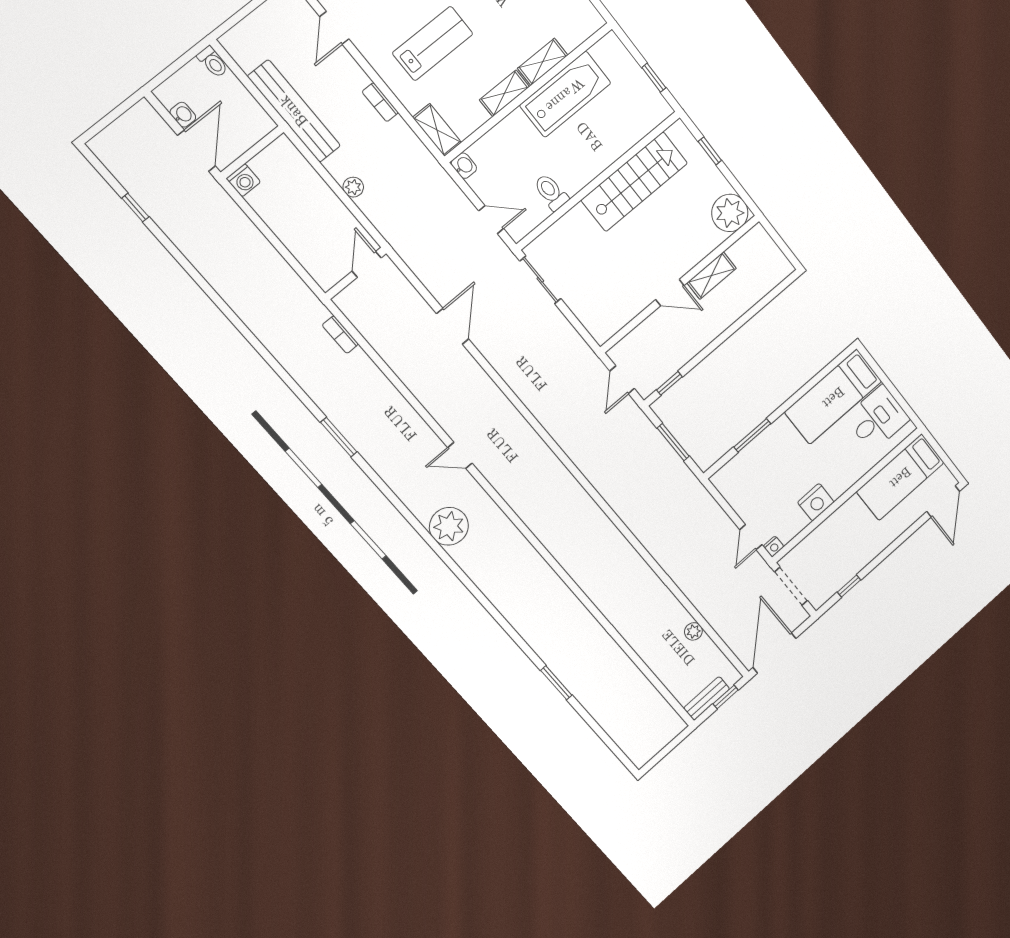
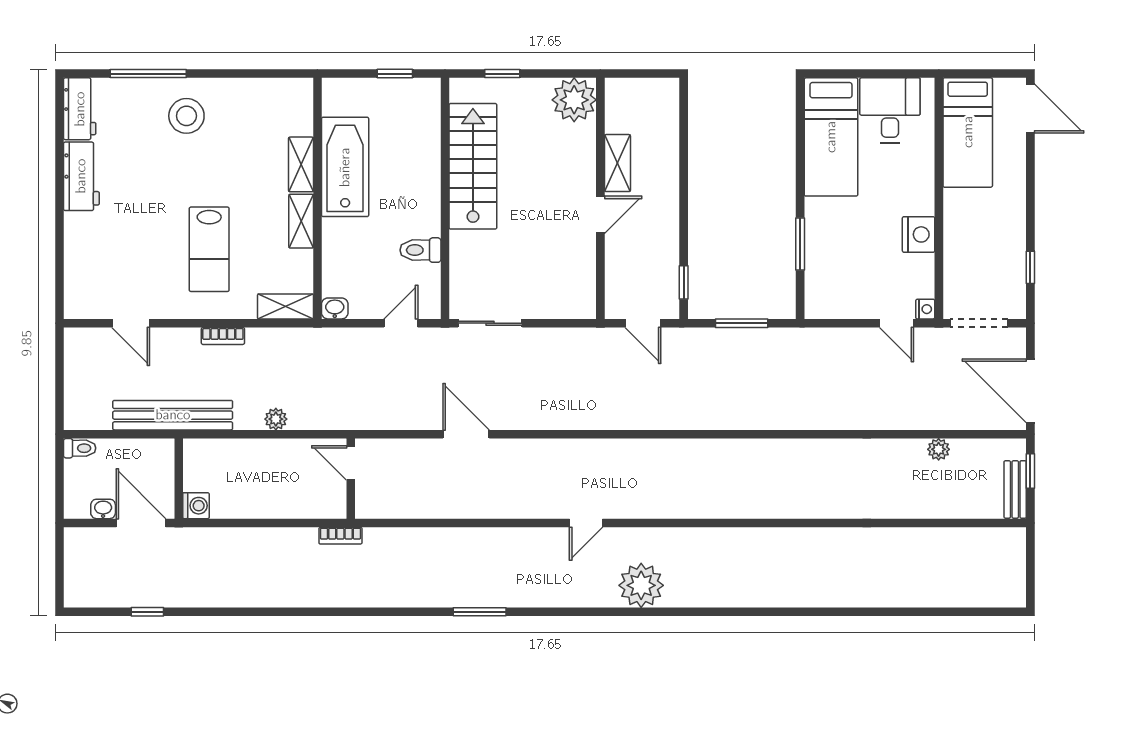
lab bench: (433, 43) -> (209, 249), turned 180
bookcase: (340, 335) -> (340, 536), moved
window: (556, 683) -> (872, 612), removed

